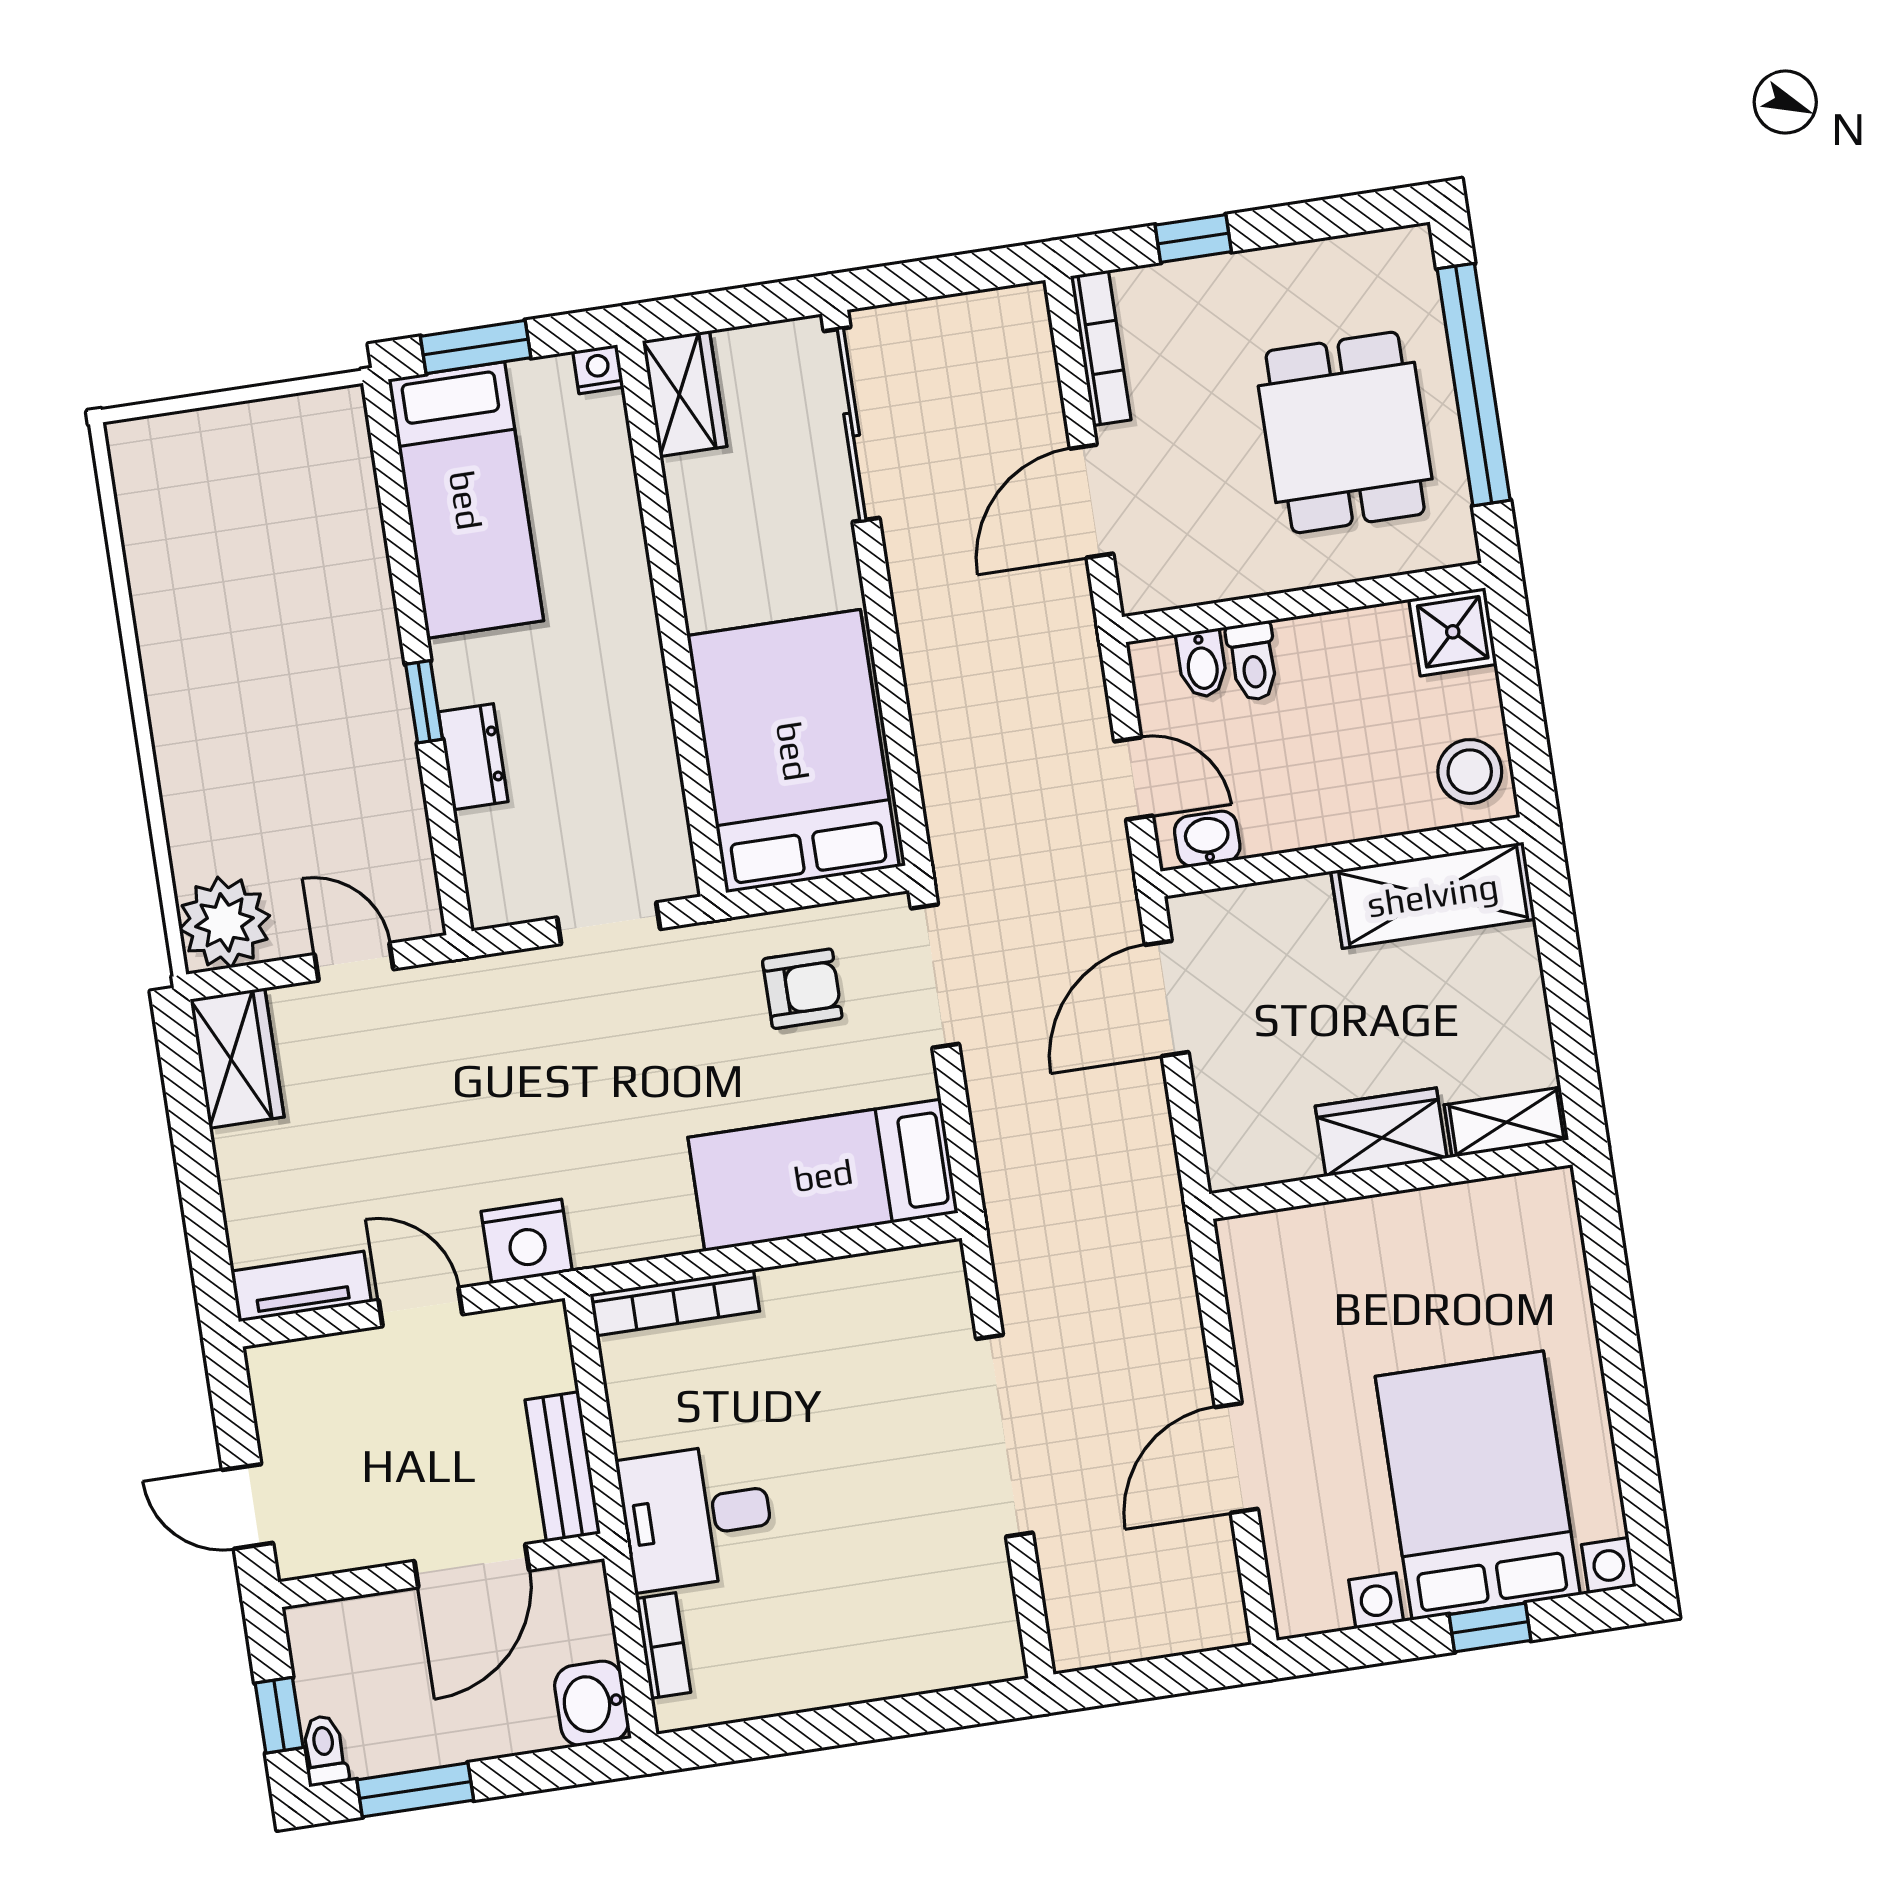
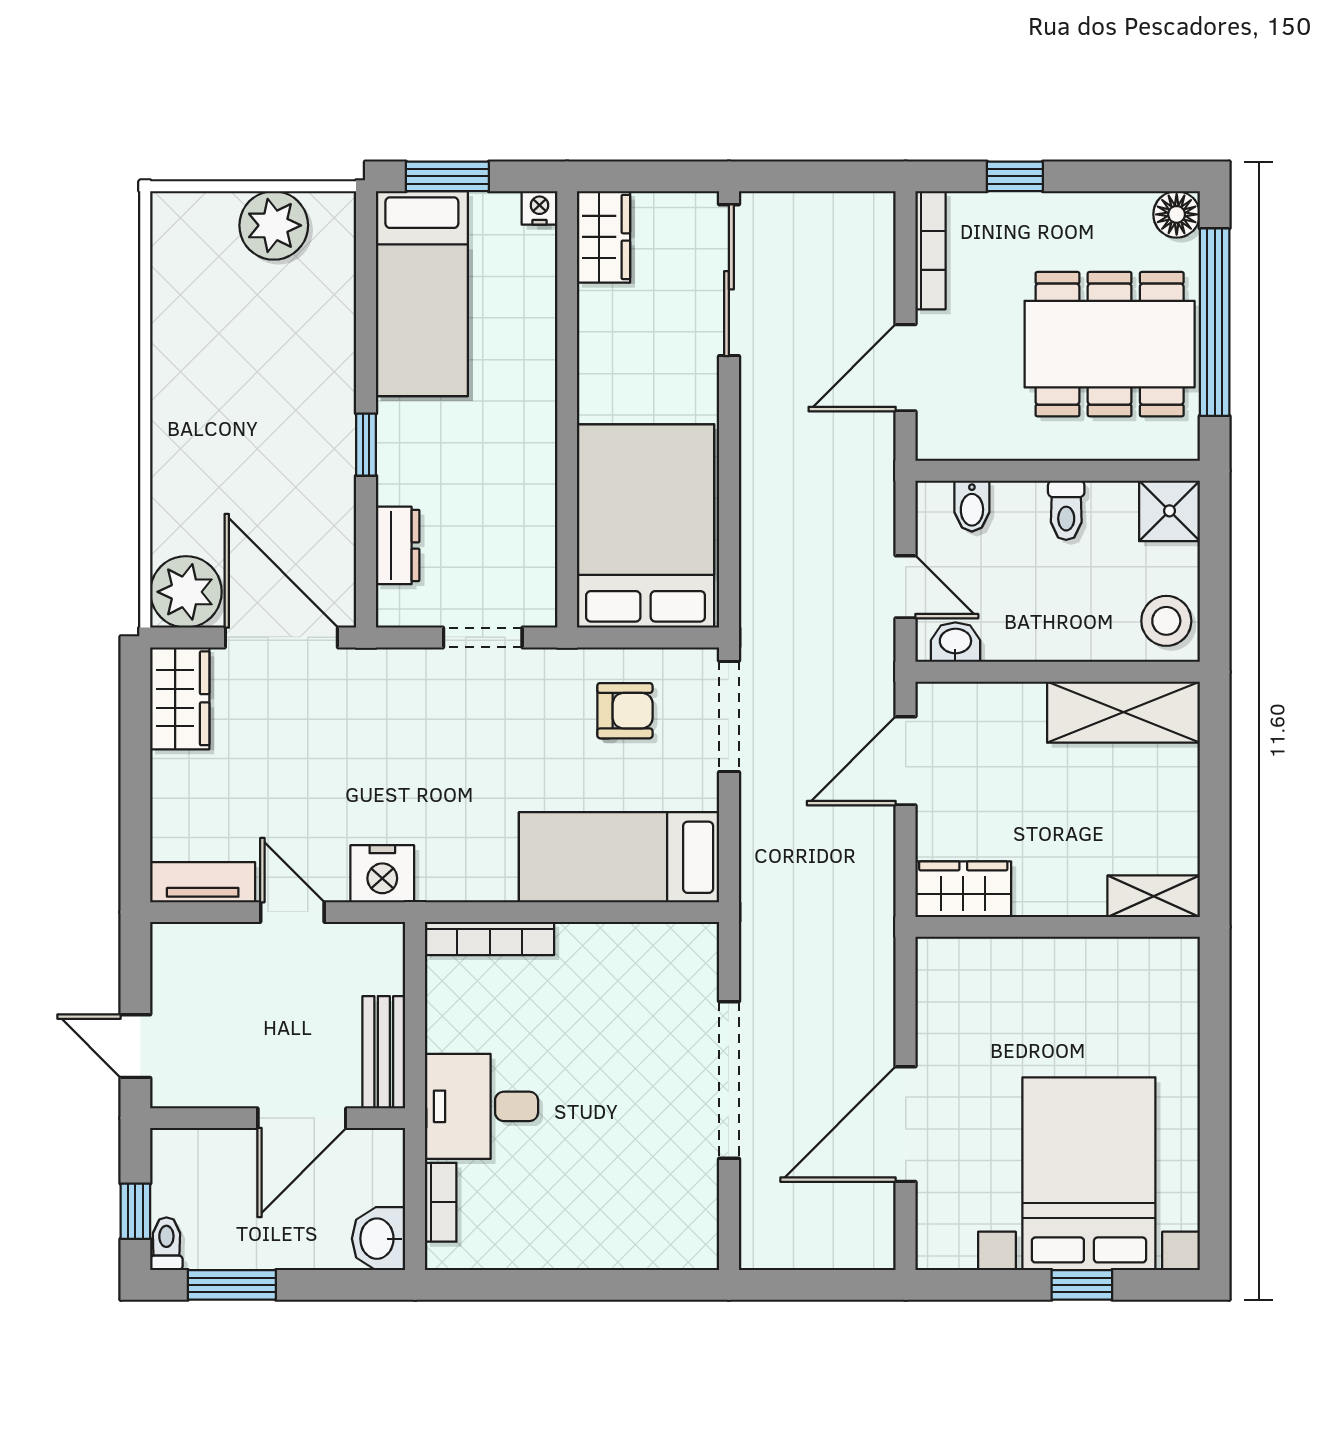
floor lamp: (1405, 256) -> (1177, 214), added
dining table: (1345, 432) -> (1110, 344), width x1.38
plant: (265, 442) -> (274, 225), added
toilet: (1253, 661) -> (1066, 510), moved
dresser: (473, 757) -> (398, 545), moved
door: (354, 962) -> (281, 637), width x1.87
wardrobe: (1381, 1132) -> (963, 889), moved
door: (1236, 1458) -> (906, 1124), width x1.36

